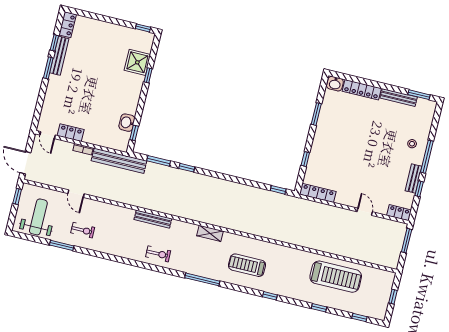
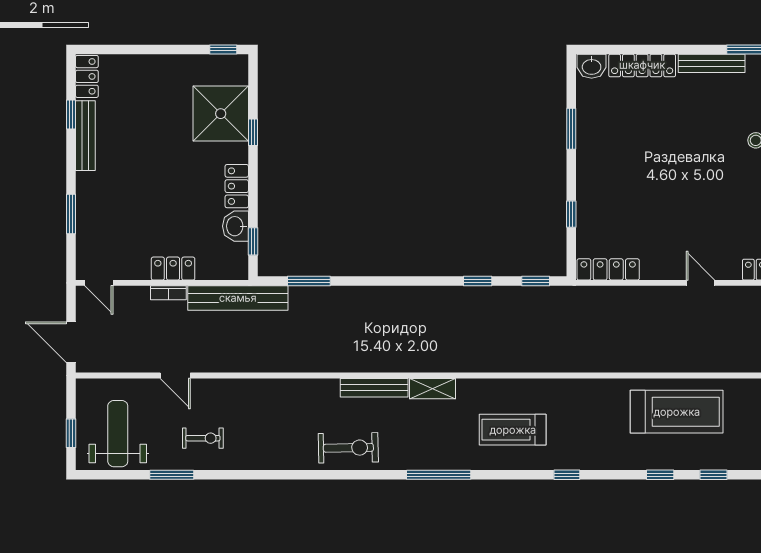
shower: (137, 62) -> (221, 114), width x1.37, depth x1.37
window: (48, 68) -> (71, 214), moved
locker: (133, 102) -> (237, 186), added
locker: (71, 133) -> (173, 269), moved
window: (187, 168) -> (478, 281), moved
window: (17, 196) -> (71, 433), moved
bench: (153, 219) -> (374, 388), moved
exercise bike: (158, 254) -> (348, 448), width x1.38, depth x1.39
window: (359, 317) -> (713, 475), moved

